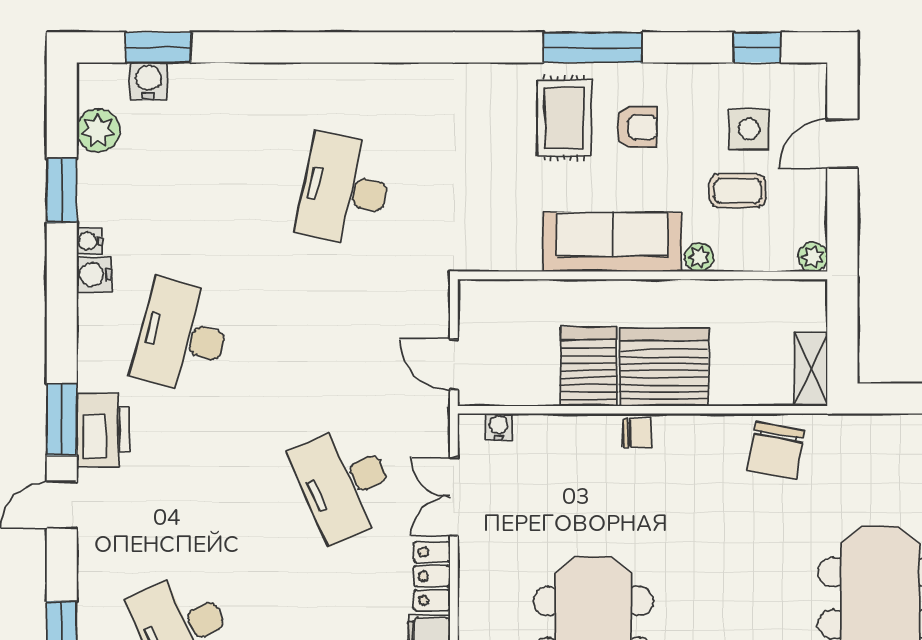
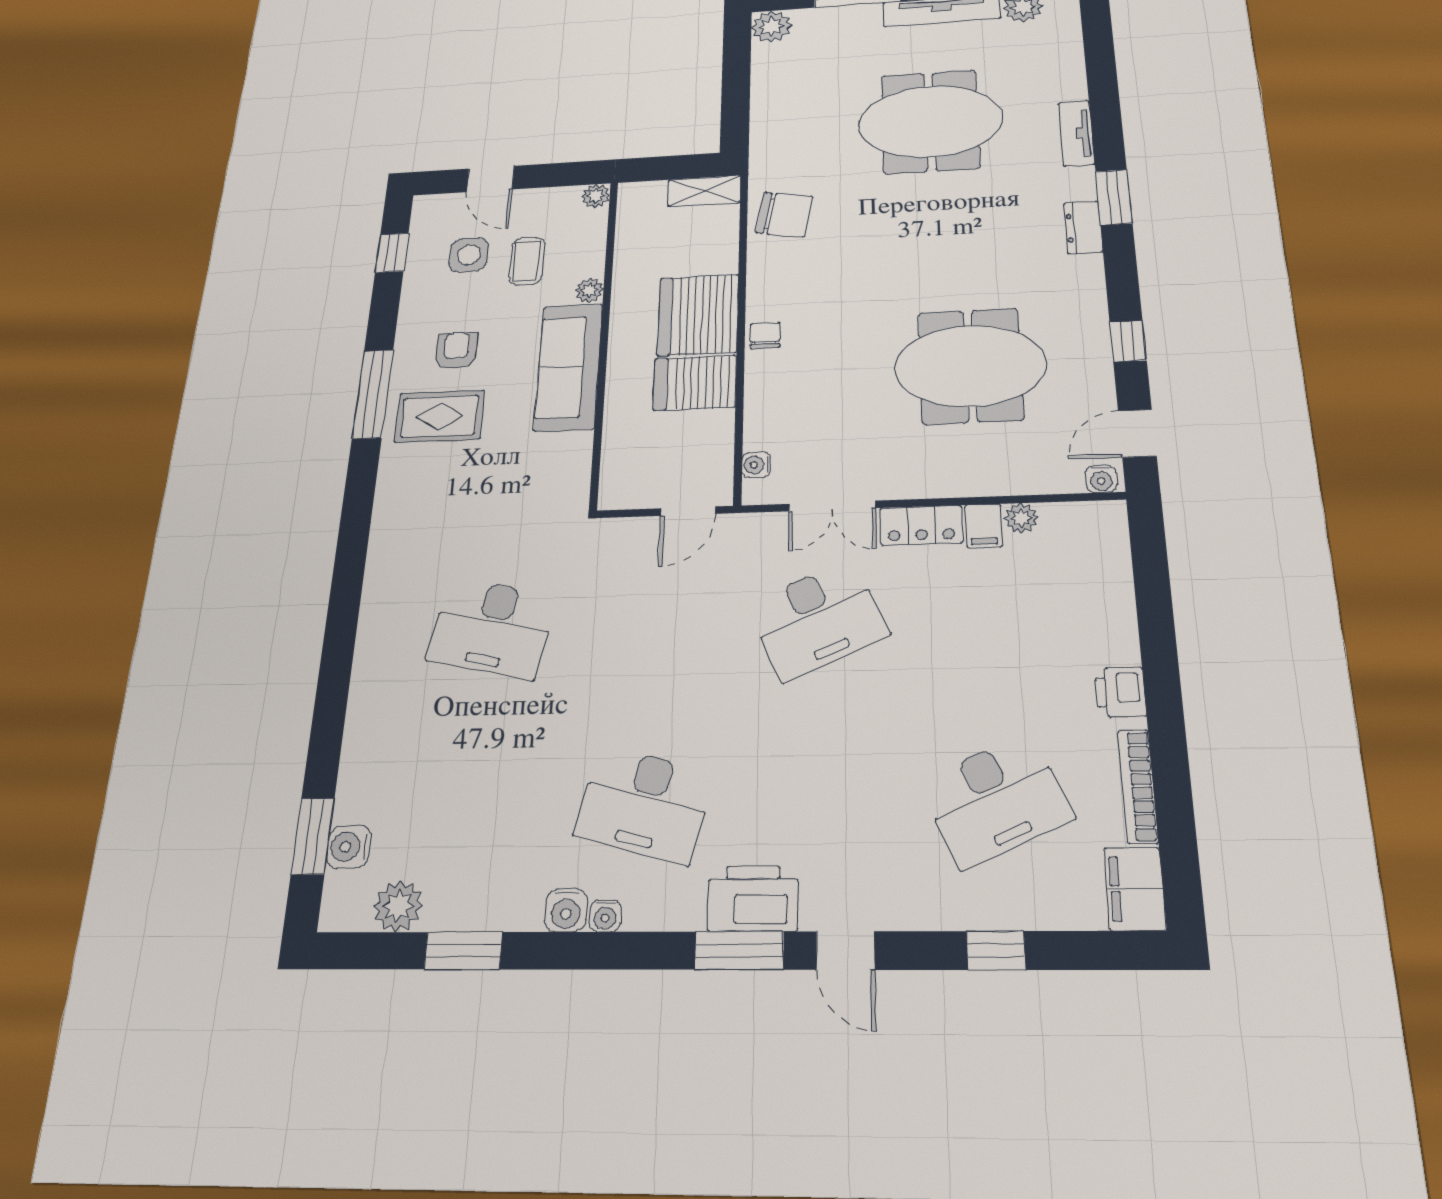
water cooler: (90, 241) -> (605, 916), moved

